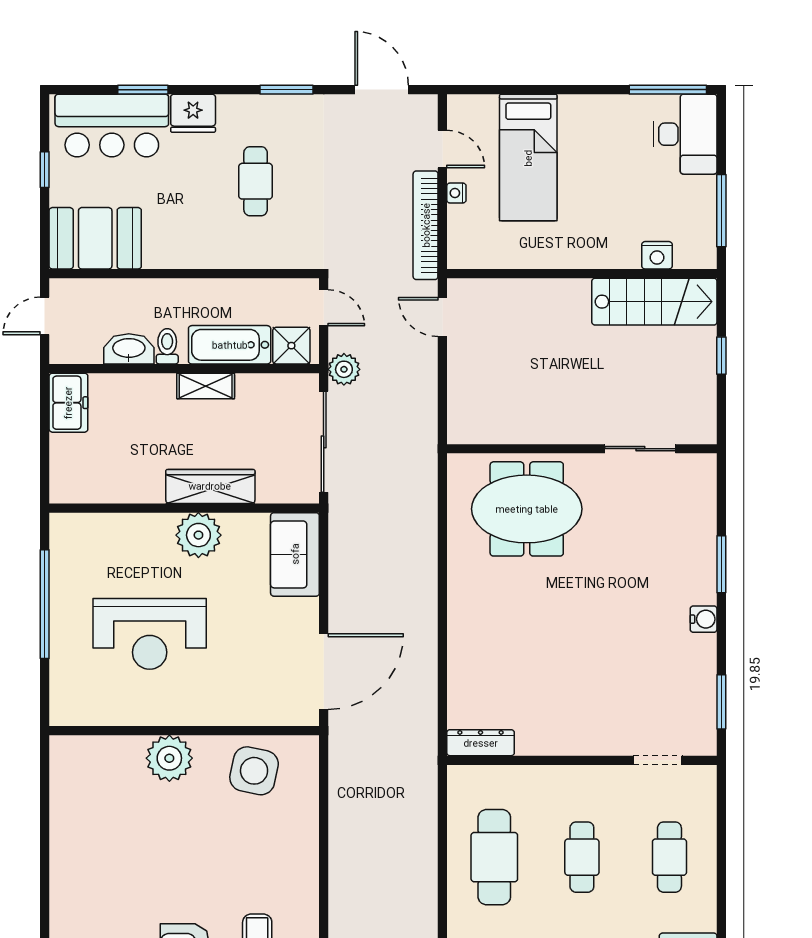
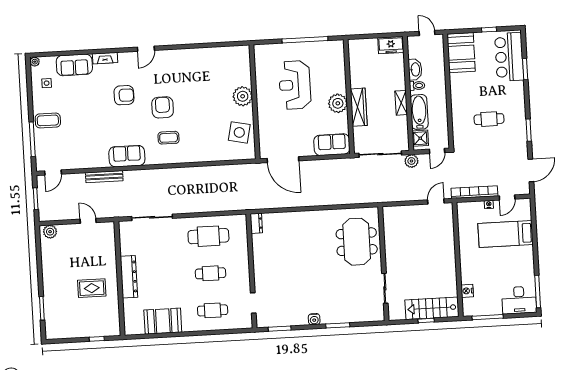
fridge: (193, 113) -> (516, 91), removed
stairs: (654, 302) -> (432, 308), moved, turned 90
dresser: (481, 743) -> (256, 223), width x0.70

